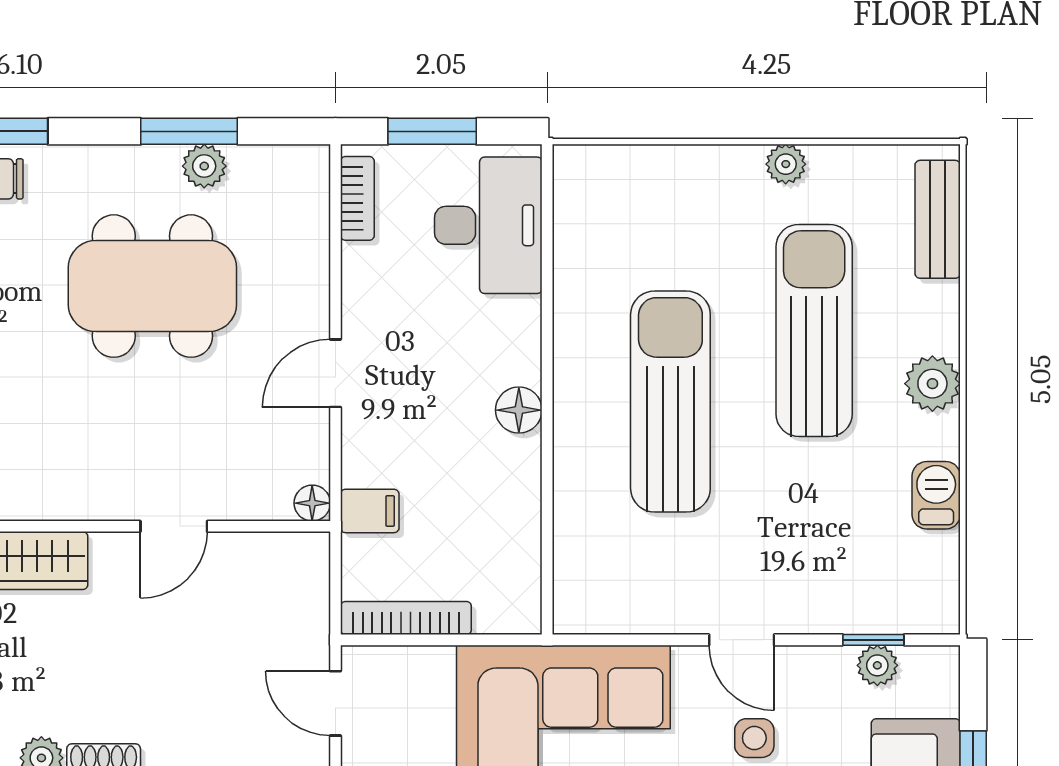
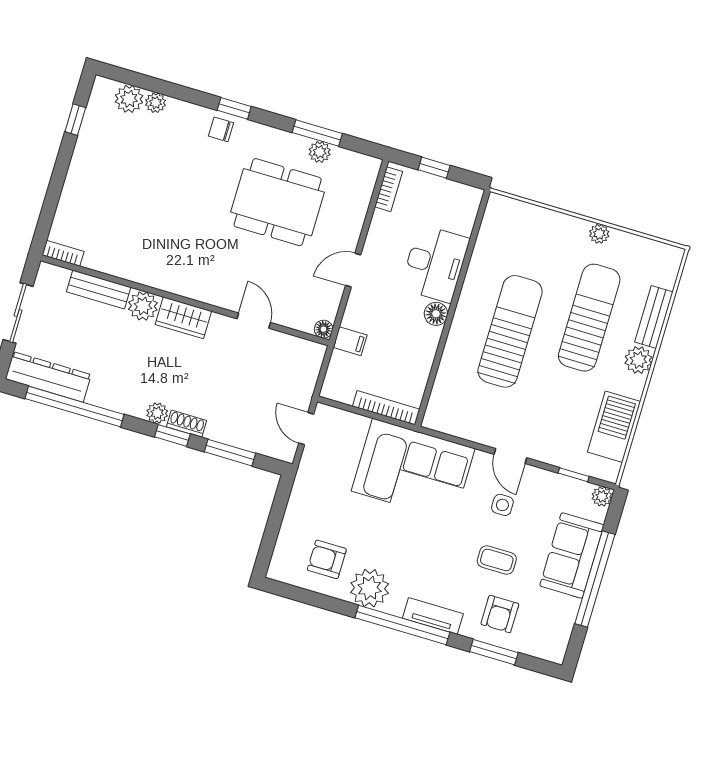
window: (432, 131) -> (434, 168), width x0.67
bench: (938, 219) -> (654, 317), moved
desk: (488, 225) -> (435, 264), moved
barbecue: (936, 495) -> (614, 427), width x1.88, depth x1.53
door: (174, 526) -> (254, 321), swing flipped
bookcase: (406, 618) -> (386, 408), moved
plant: (877, 665) -> (602, 496), moved

